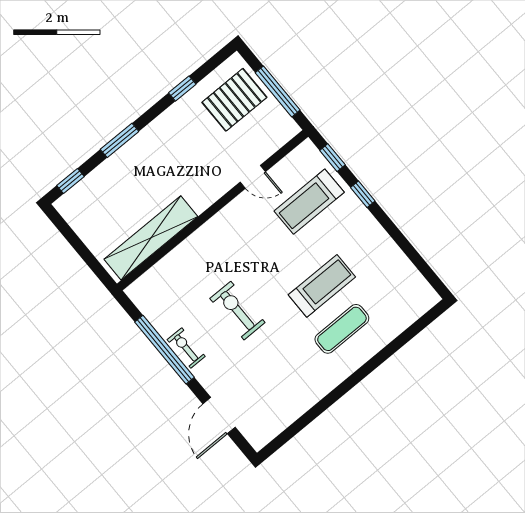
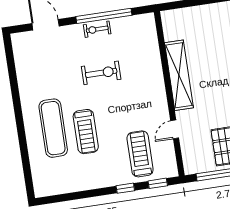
shelving: (151, 238) -> (179, 75), moved
exercise mat: (342, 329) -> (53, 128), width x1.36, depth x1.45
exercise bike: (186, 348) -> (97, 29), turned 180

